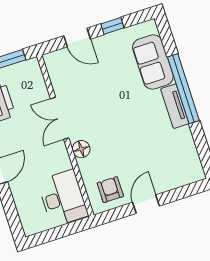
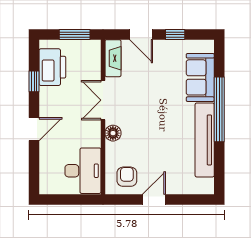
fireplace: (56, 71) -> (113, 58), added
tv unit: (175, 106) -> (205, 140), width x1.92, depth x1.29

